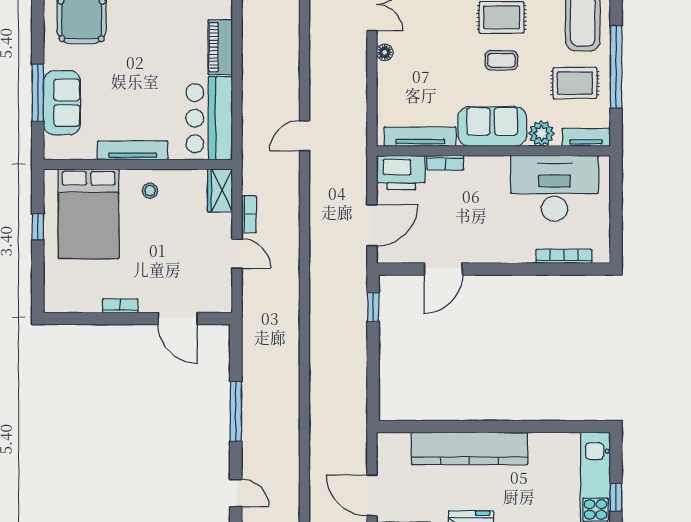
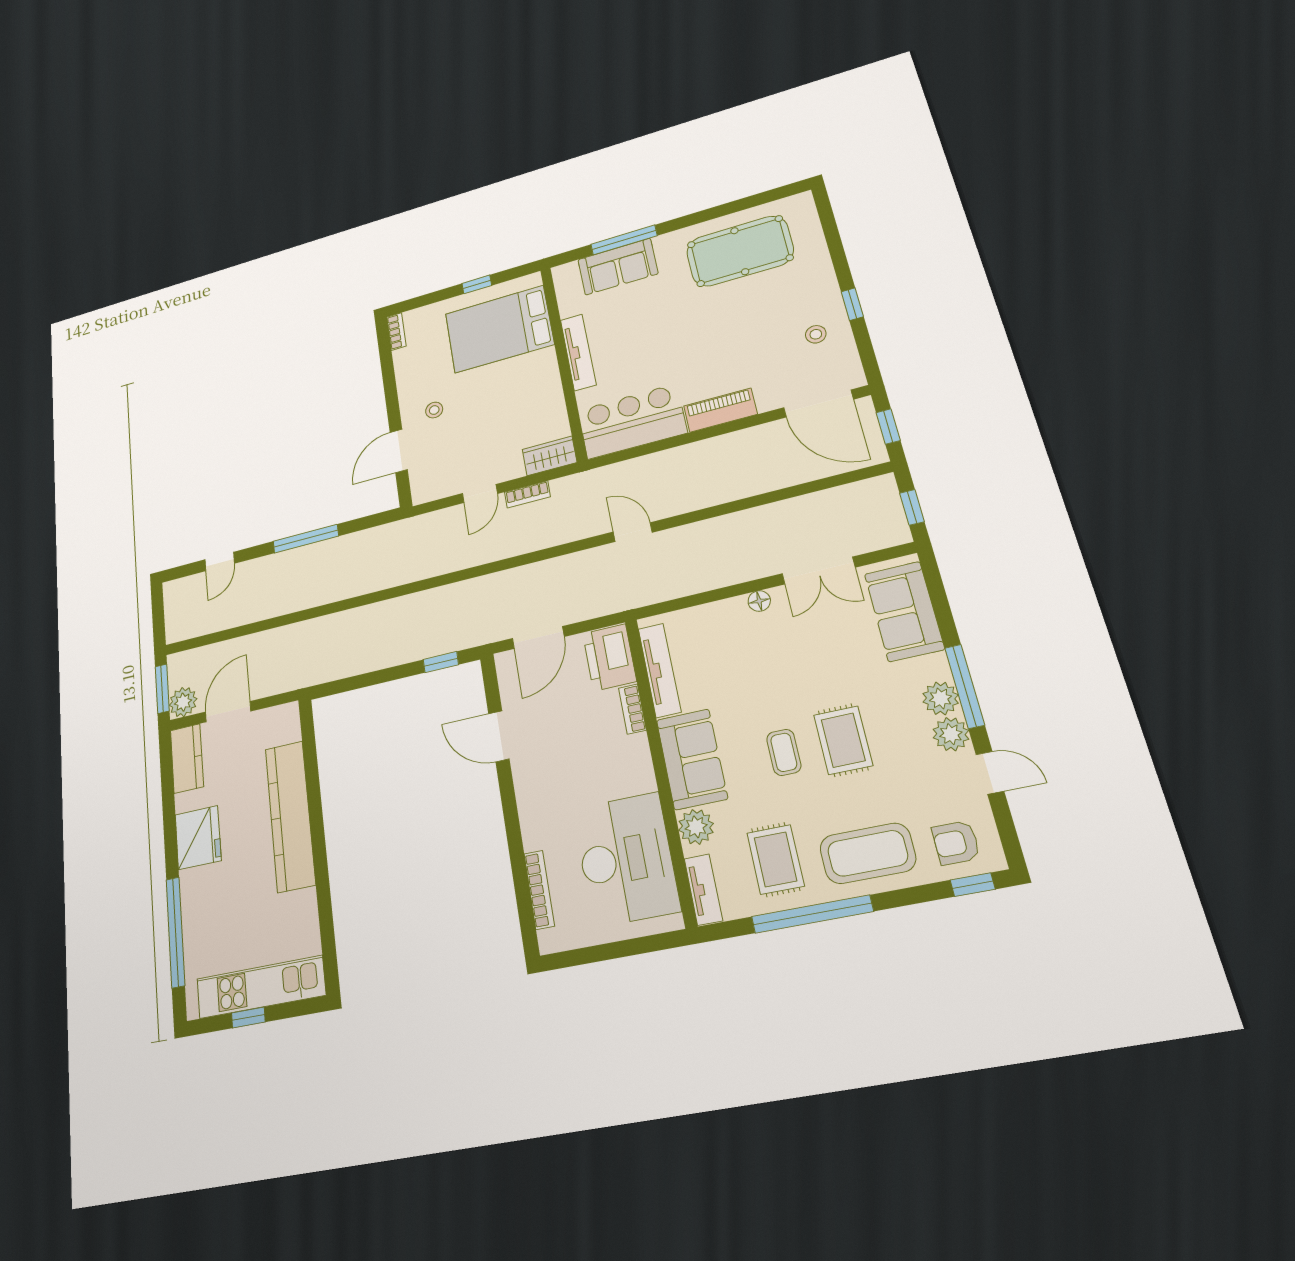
stool: (150, 191) -> (434, 410), moved
door: (372, 225) -> (538, 637), hinge flipped
bookcase: (120, 306) -> (396, 332), moved

